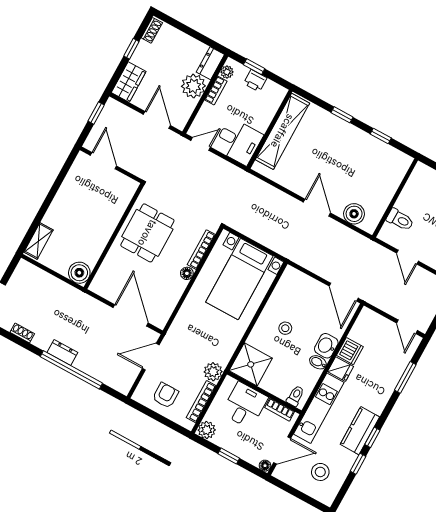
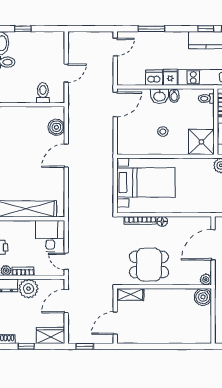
shelving: (39, 241) -> (130, 294), moved
plant: (97, 286) -> (206, 280), added

